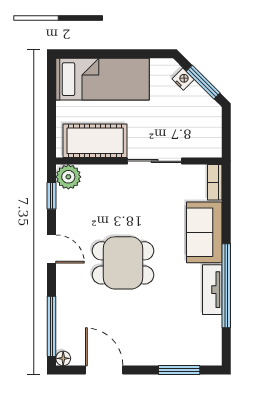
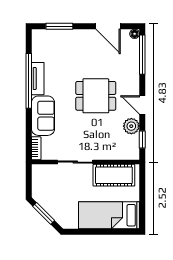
nightstand: (183, 79) -> (57, 215), removed
plant: (68, 177) -> (131, 126), moved

